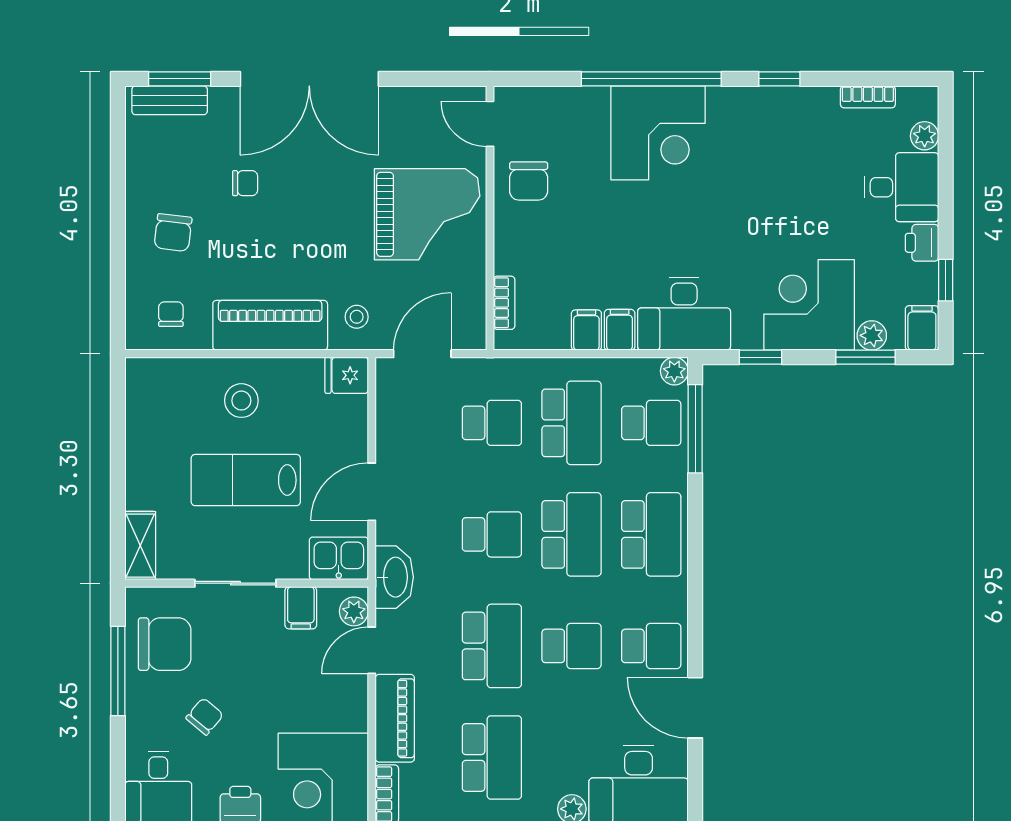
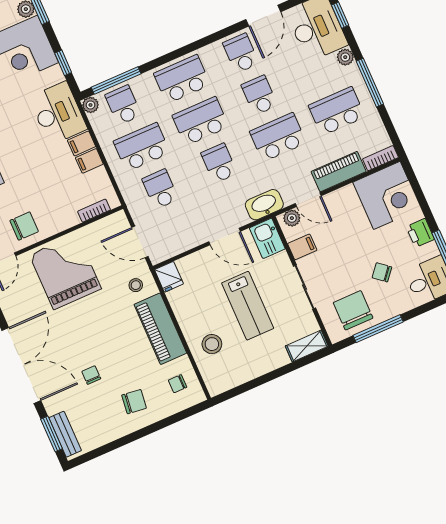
stool: (241, 401) -> (212, 344), moved

